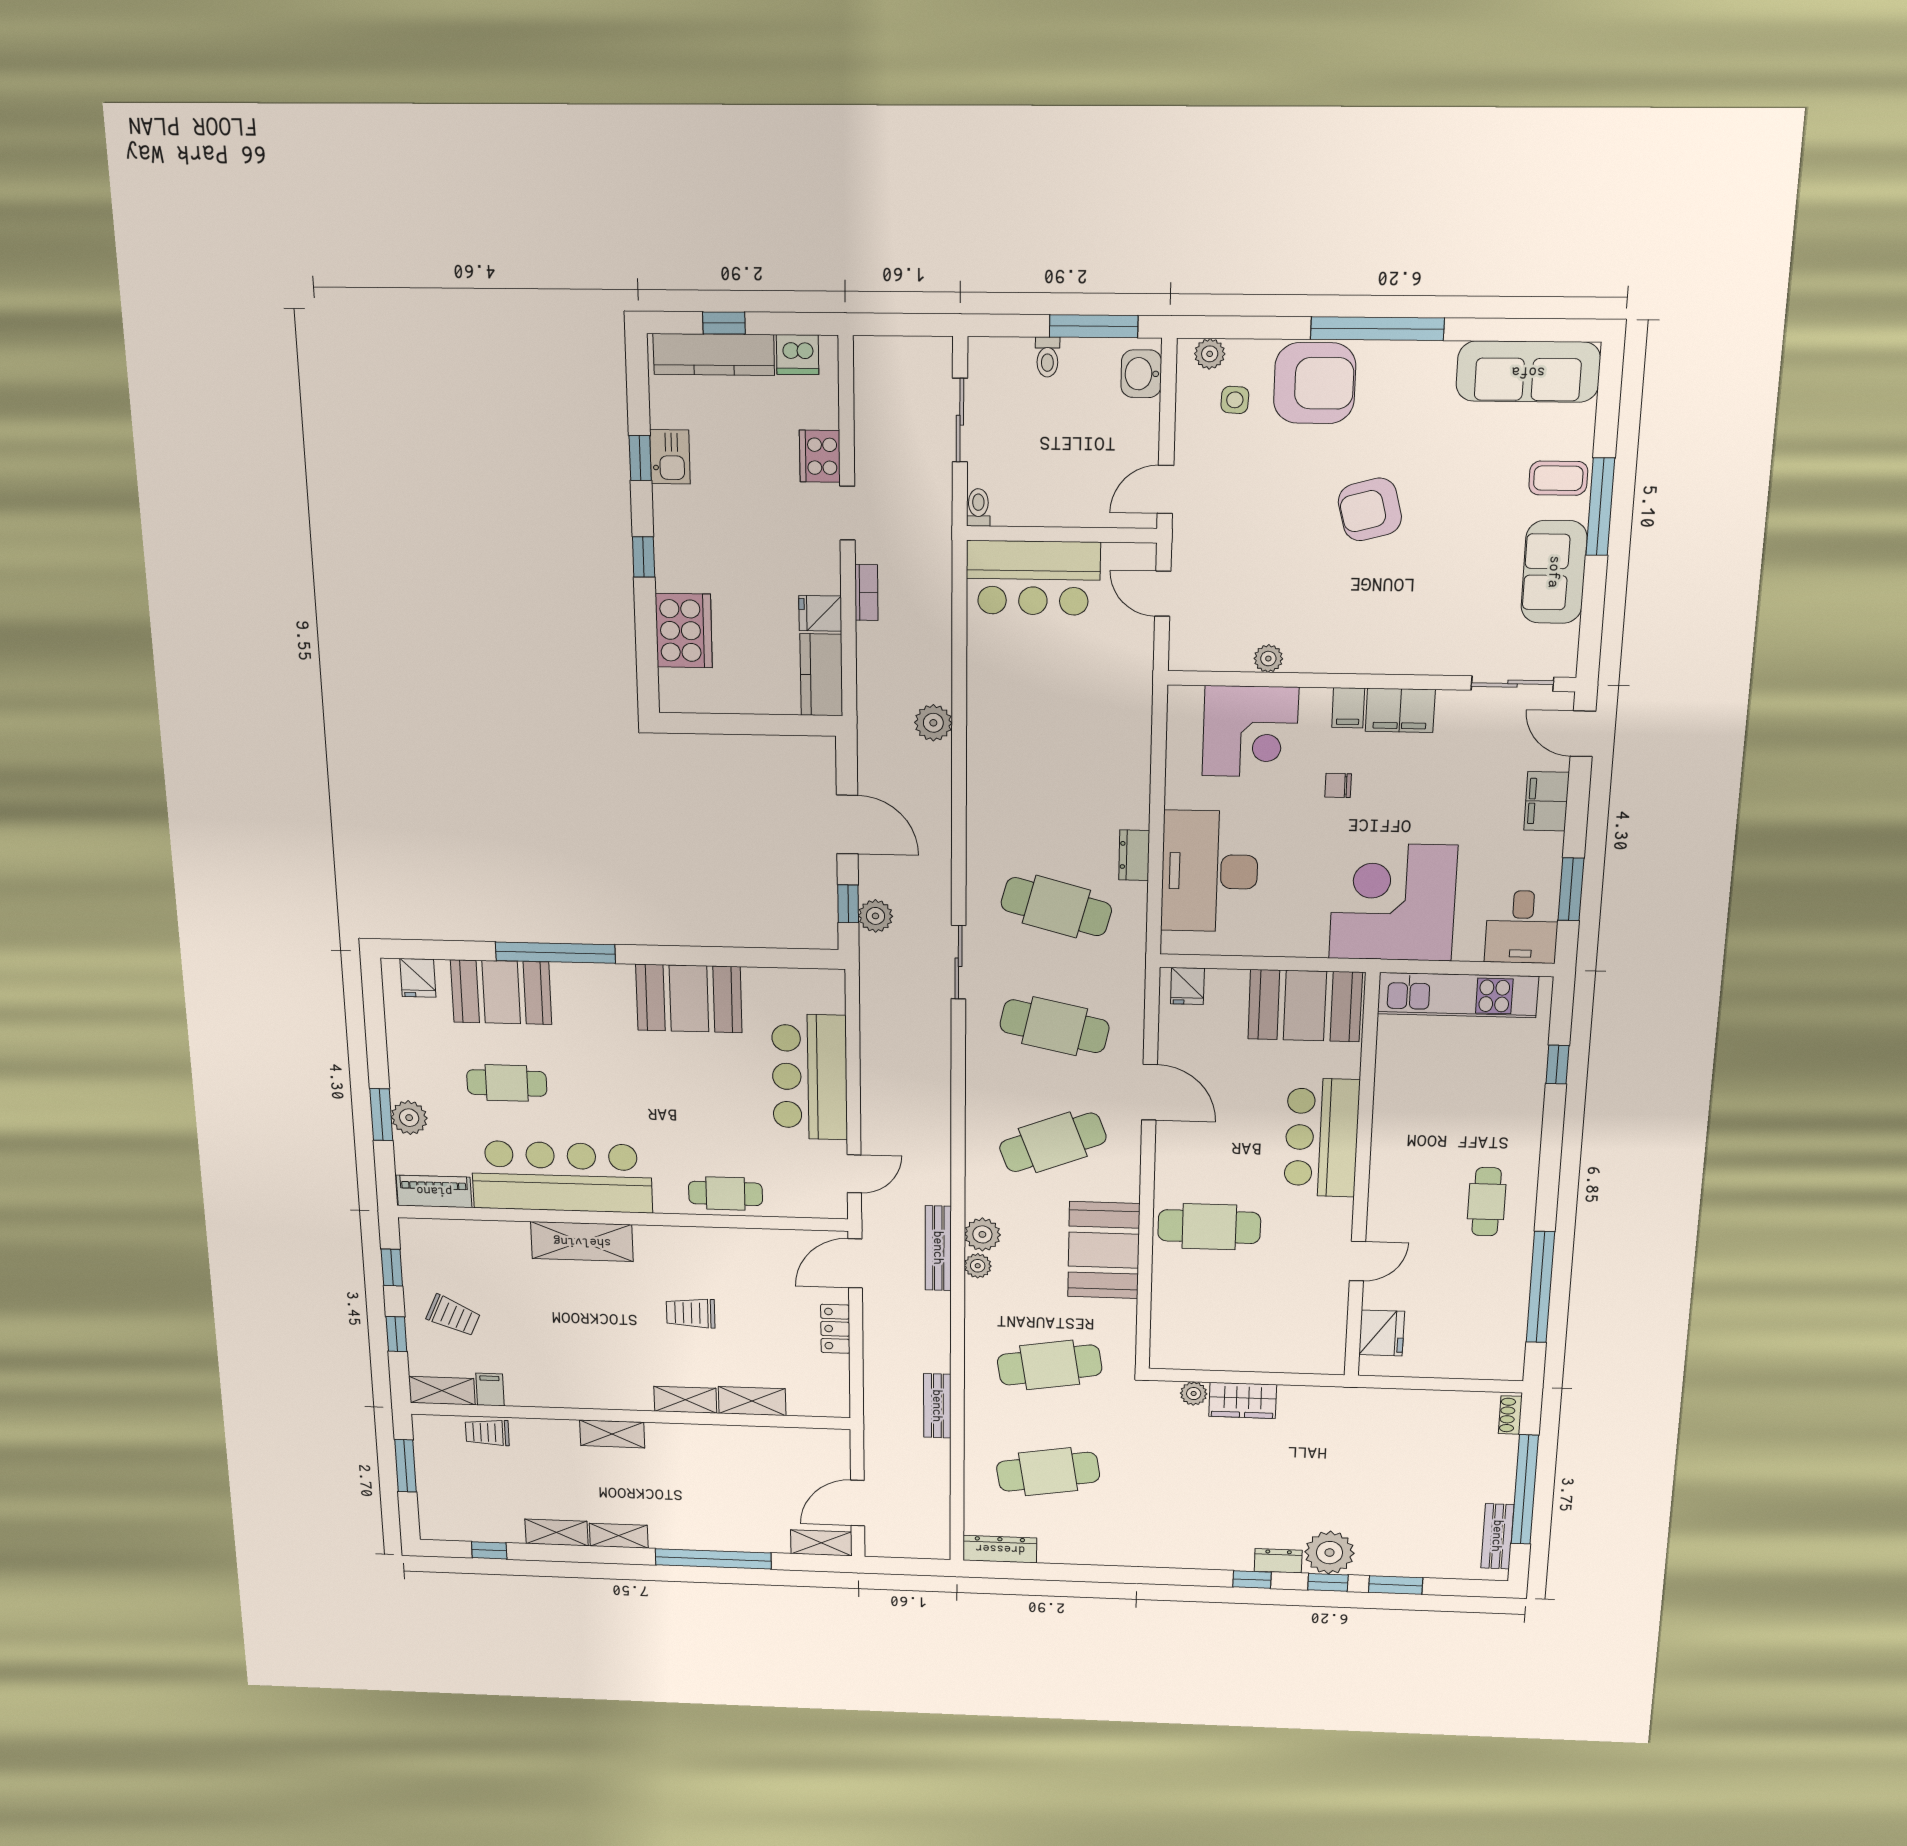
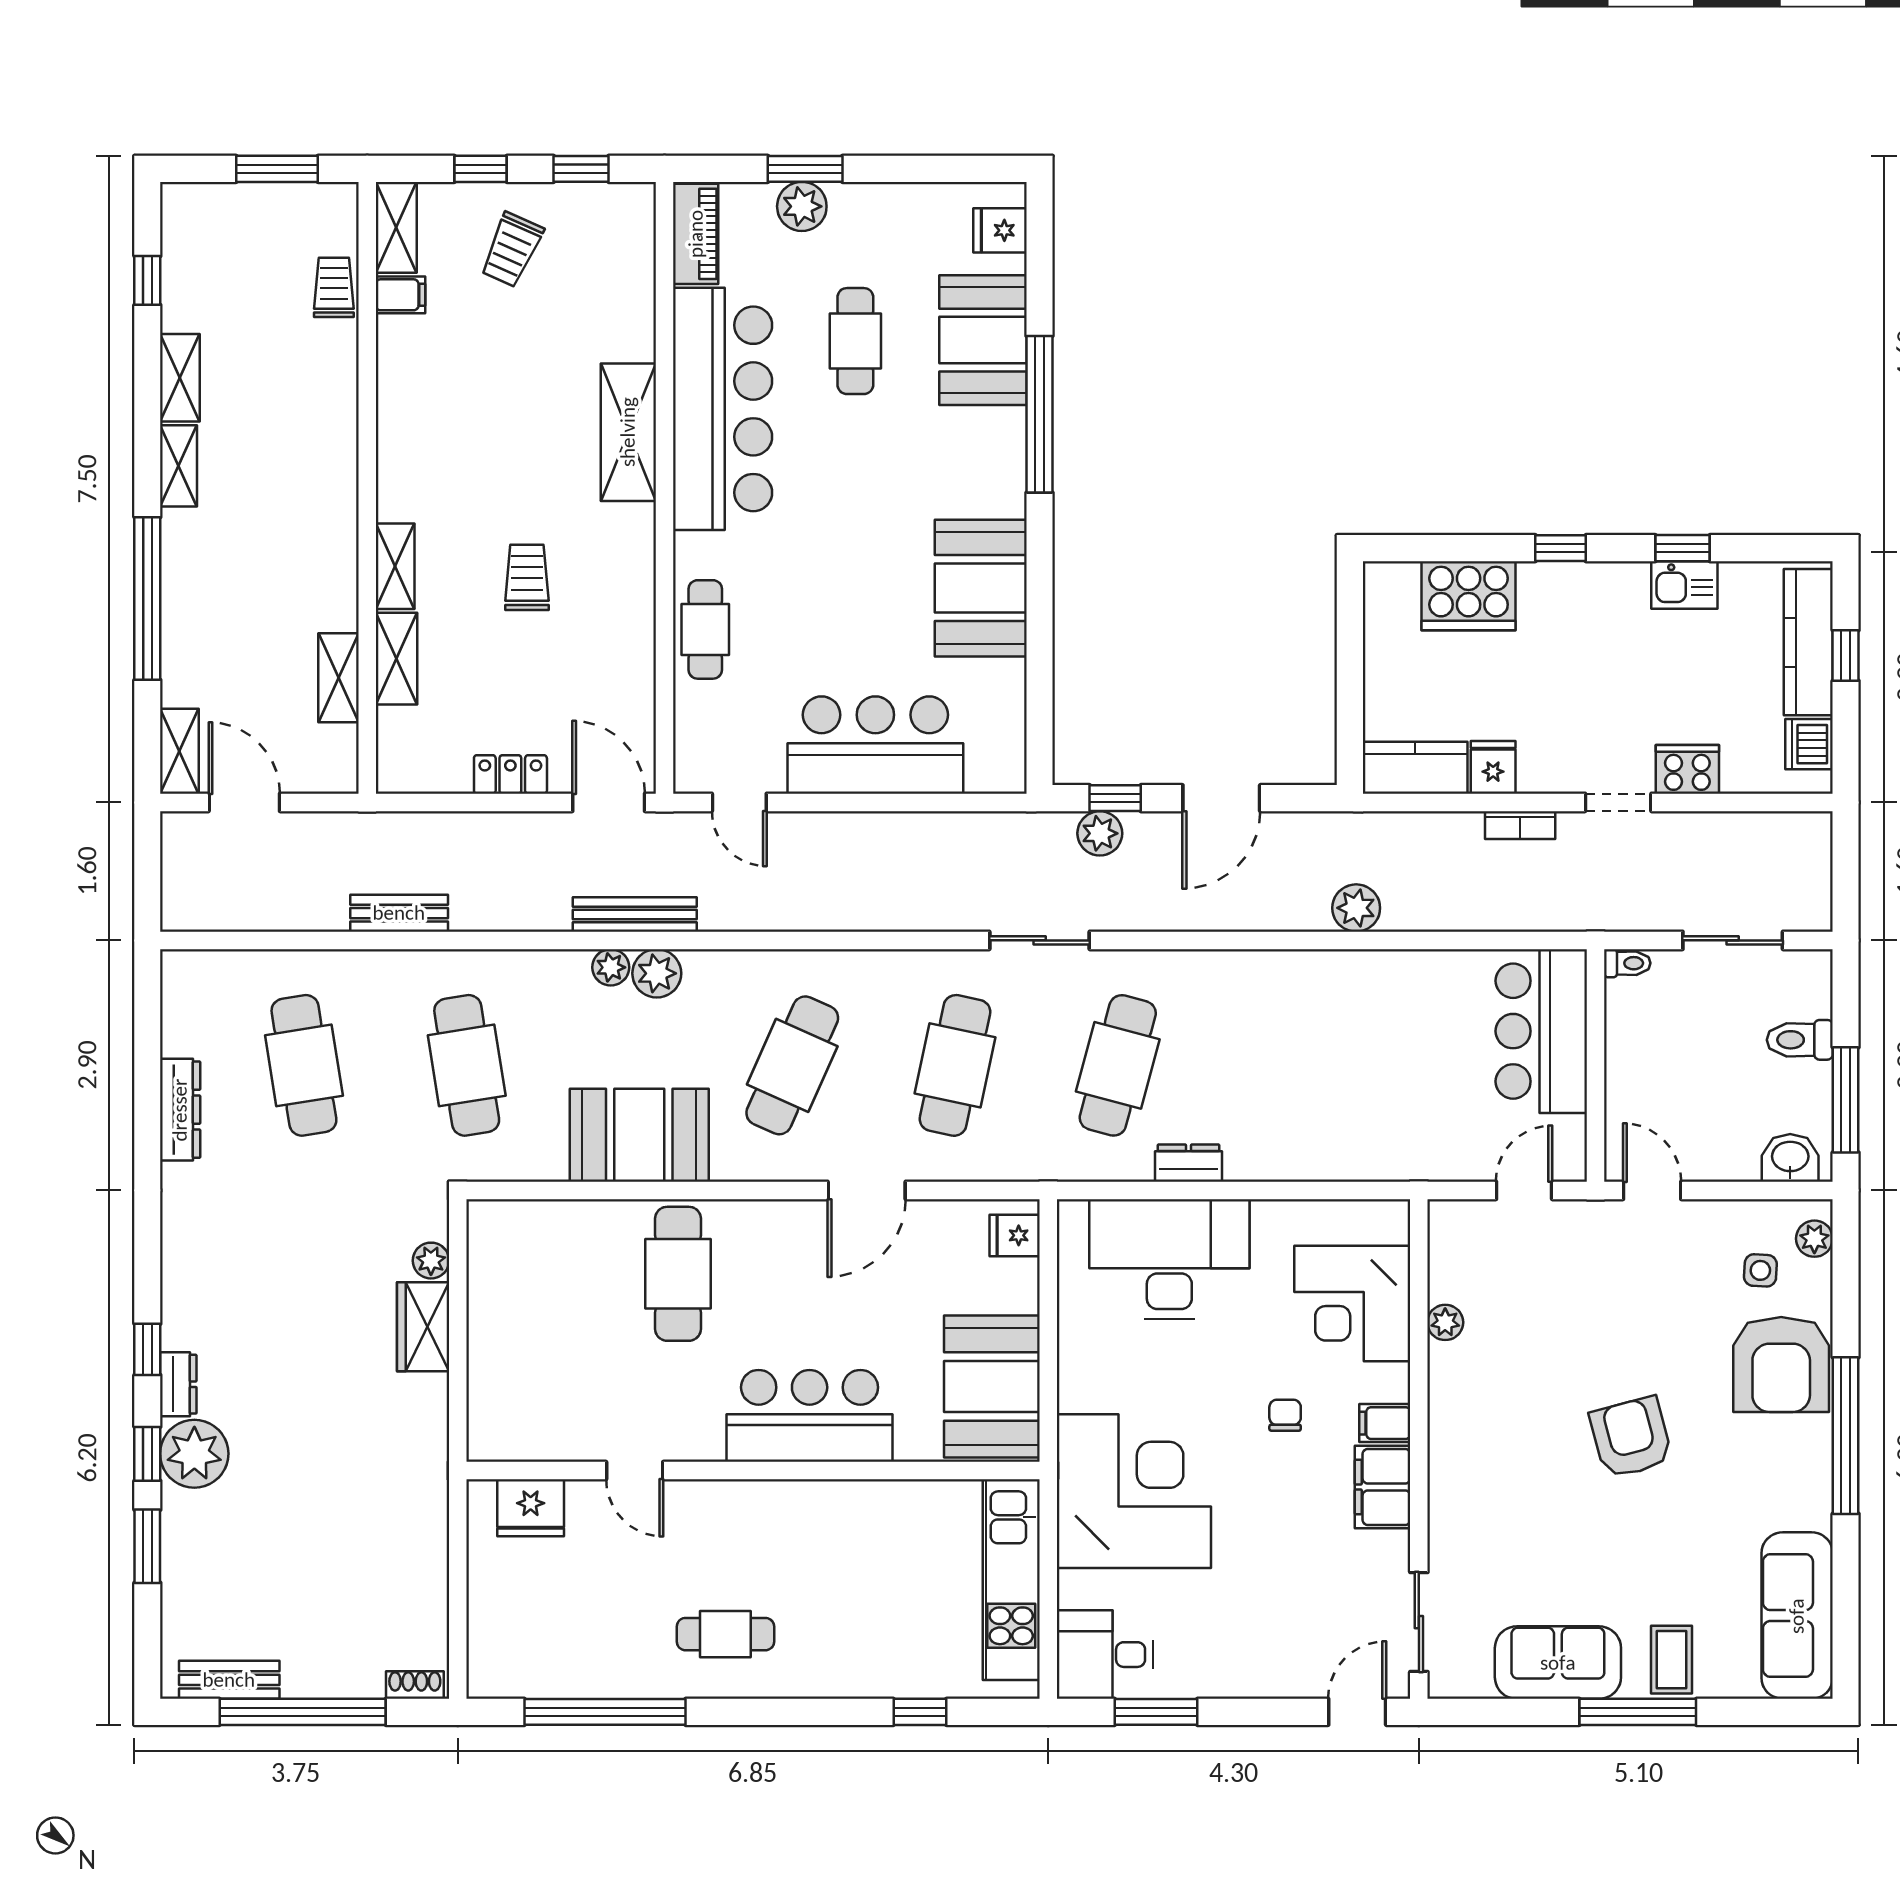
toilet: (1047, 357) -> (1800, 1040), width x1.37, depth x1.39
filing cabinet: (1546, 801) -> (1270, 1674), removed
cafe table: (1053, 1142) -> (792, 1065), turned 45
shelving: (612, 1434) -> (338, 678), moved
dresser: (1000, 1549) -> (180, 1110), moved

